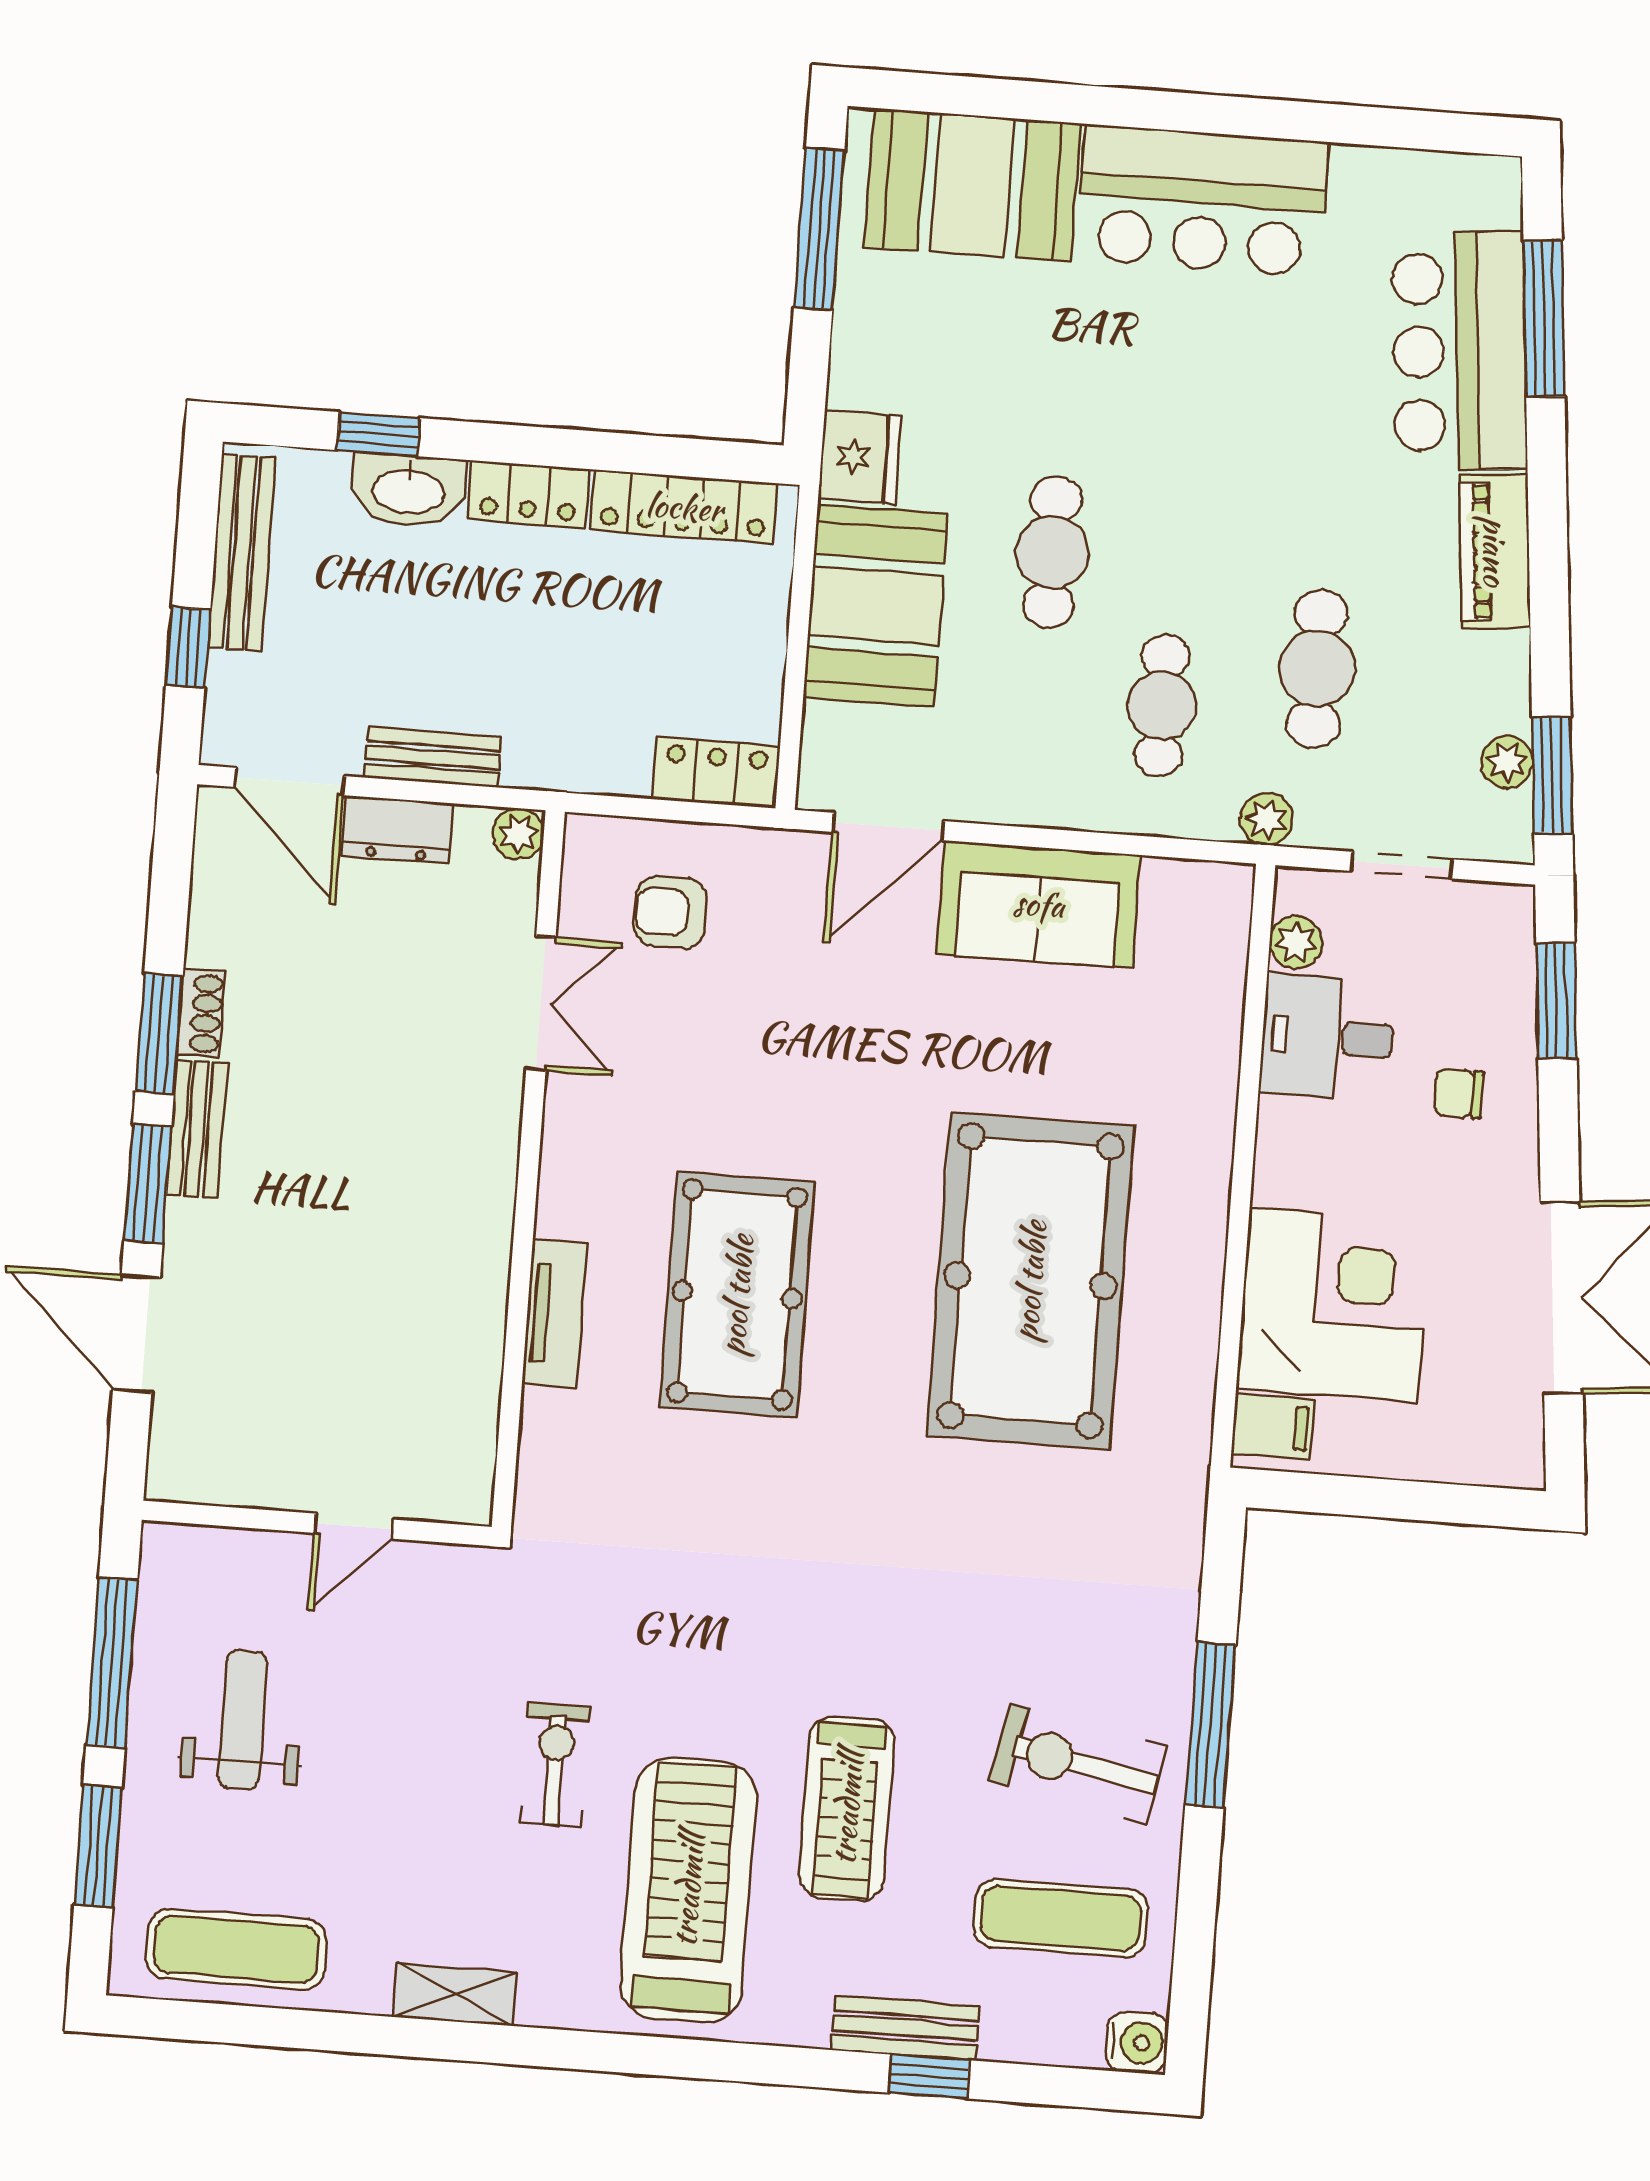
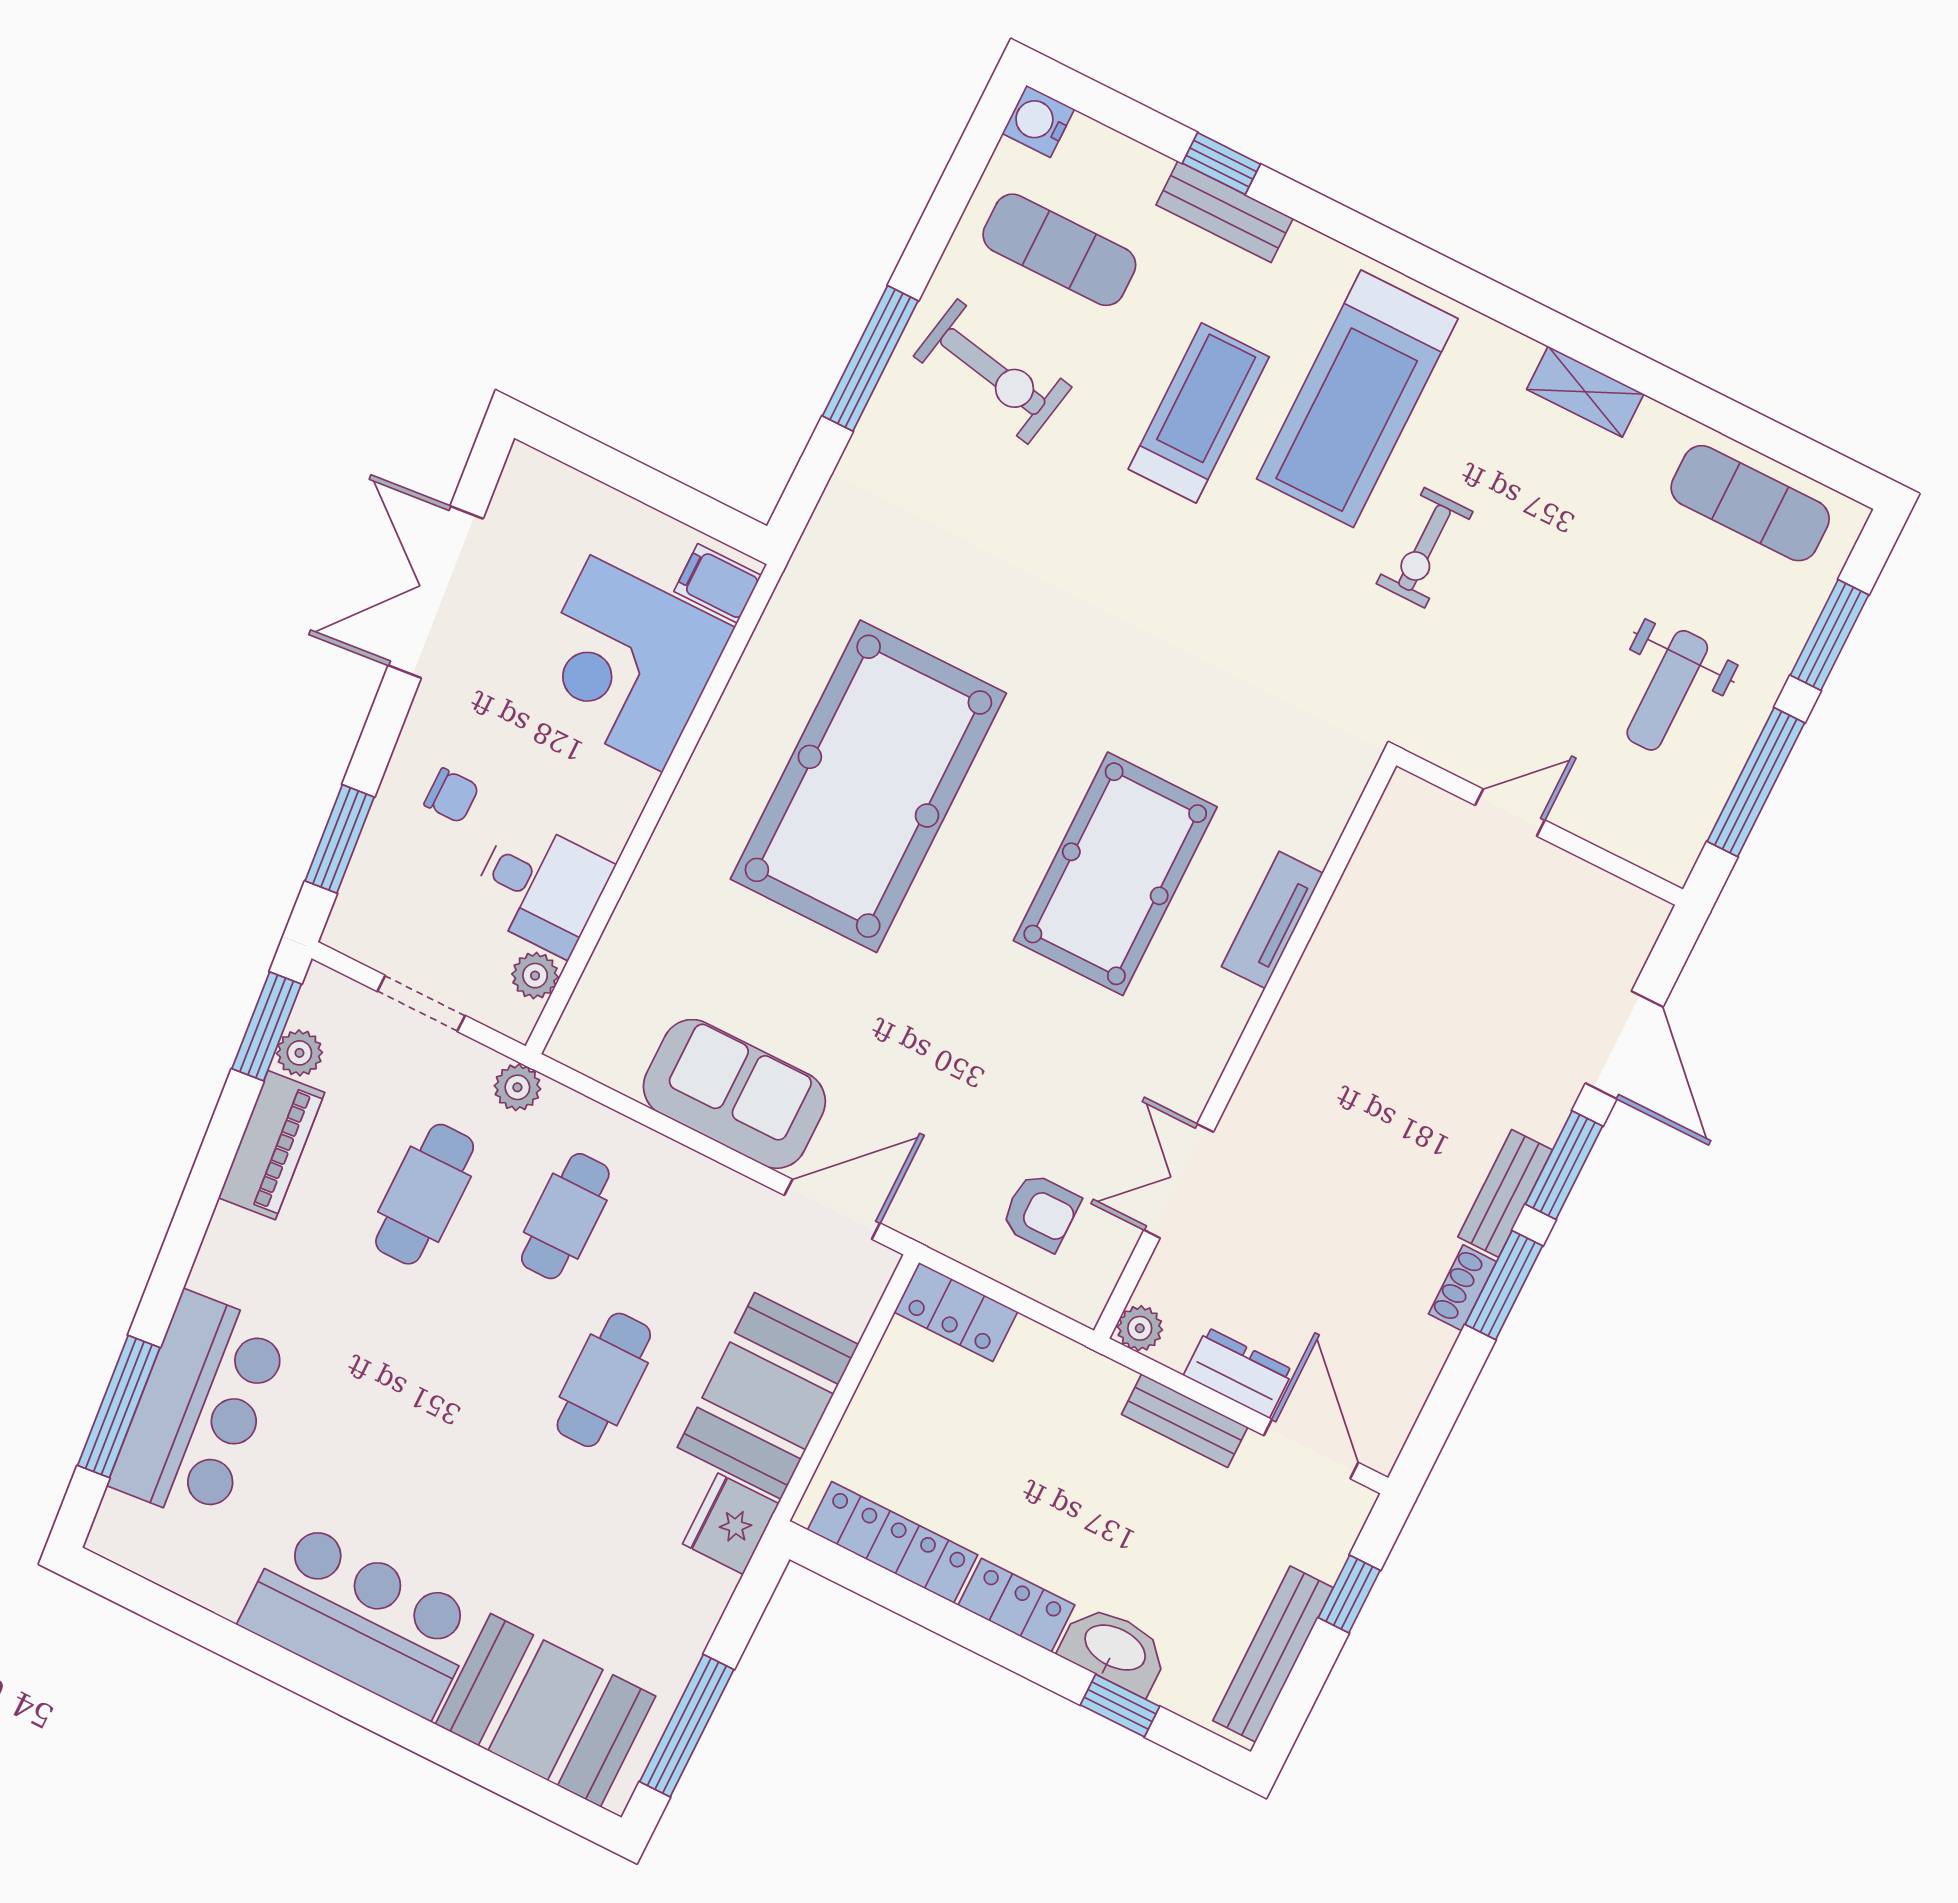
piano: (1495, 551) -> (272, 1145), moved

